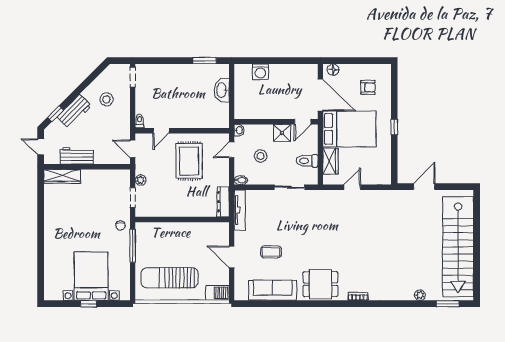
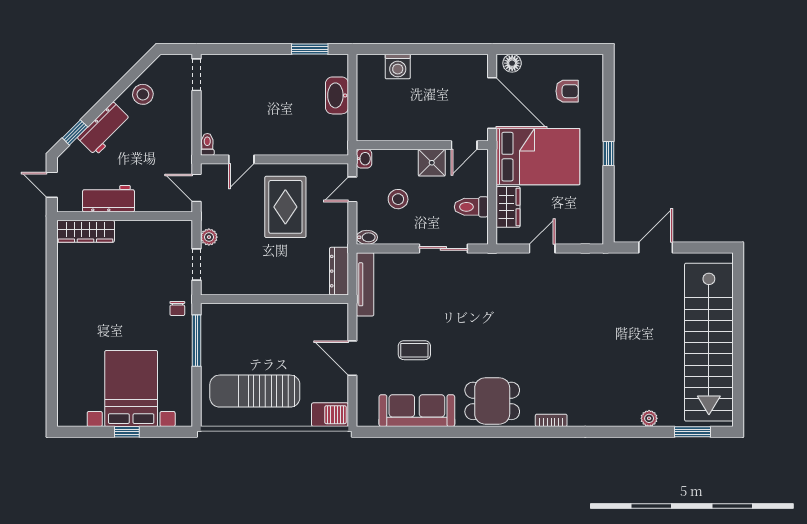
stool: (106, 99) -> (143, 94), moved

